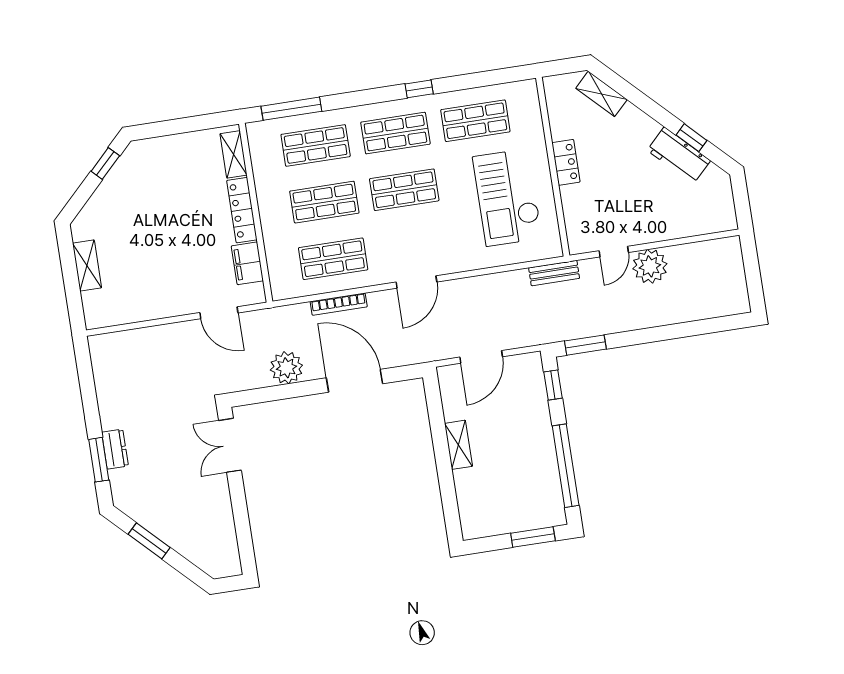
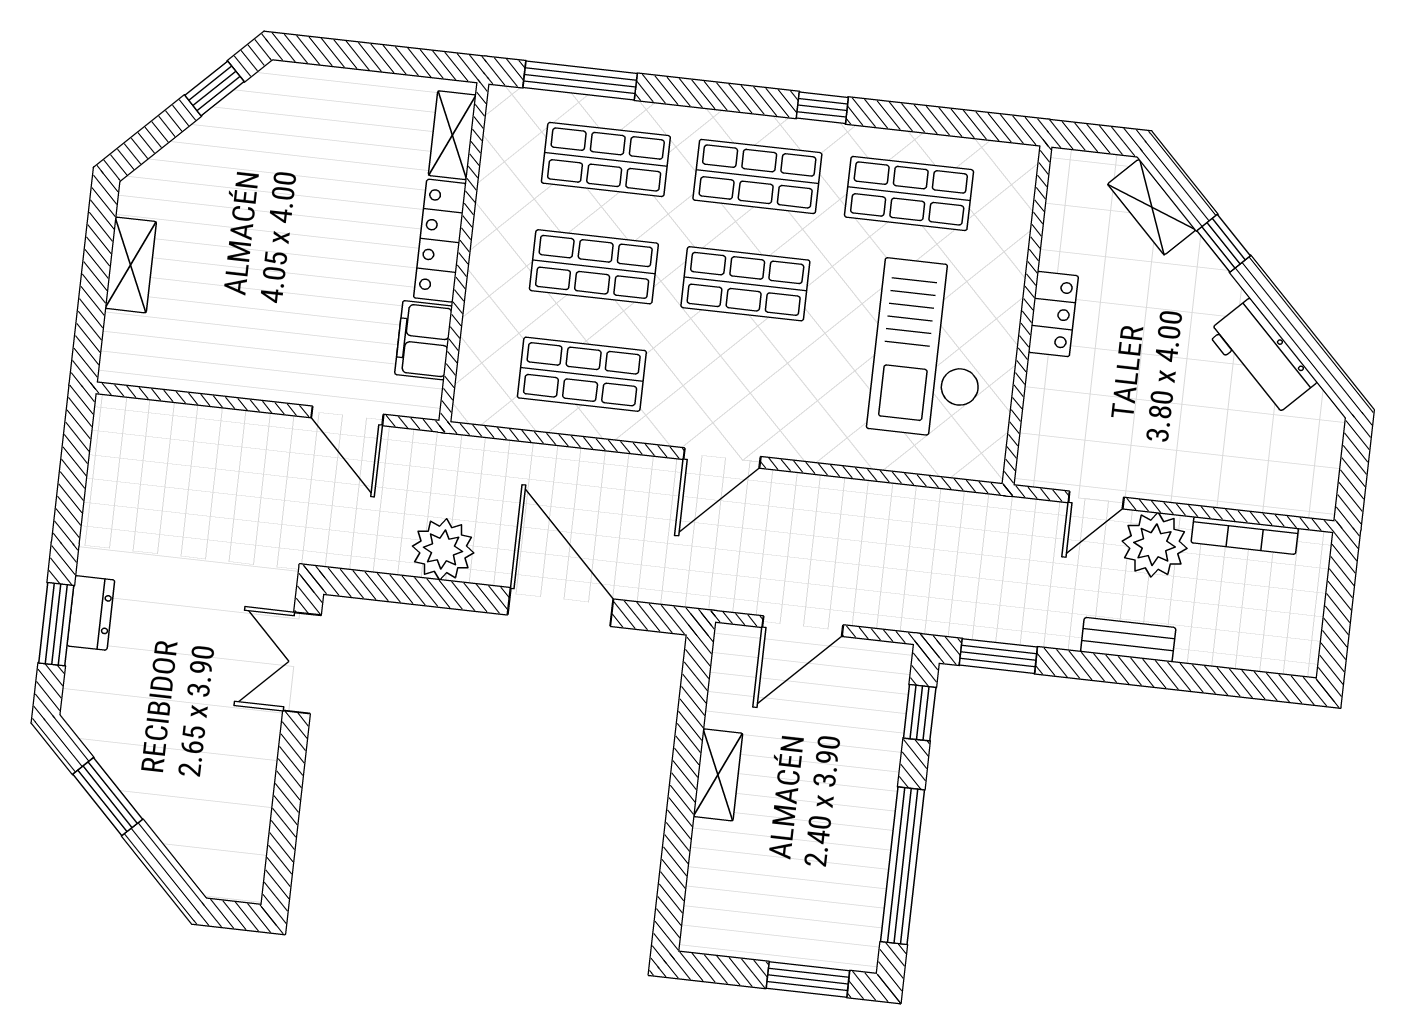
window: (691, 138) -> (1224, 243), moved
bench: (554, 273) -> (1128, 640), moved
bookcase: (339, 304) -> (1245, 535), moved

